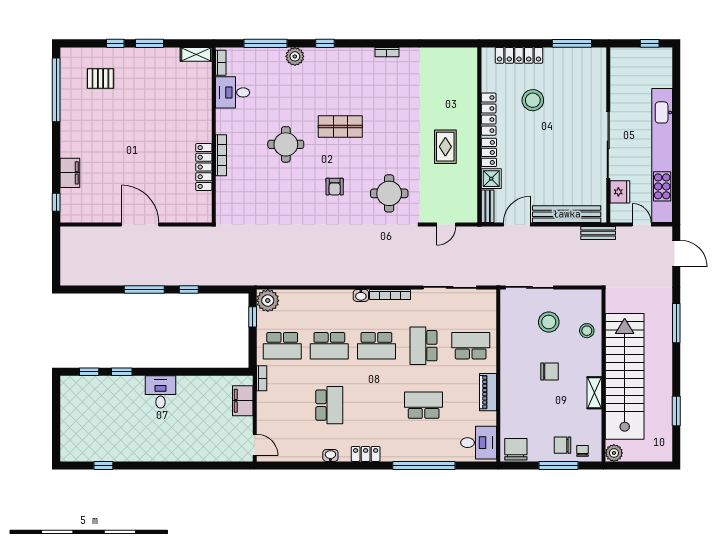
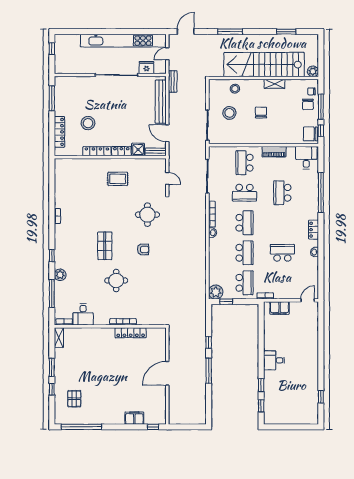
window: (521, 465) -> (321, 131), added

